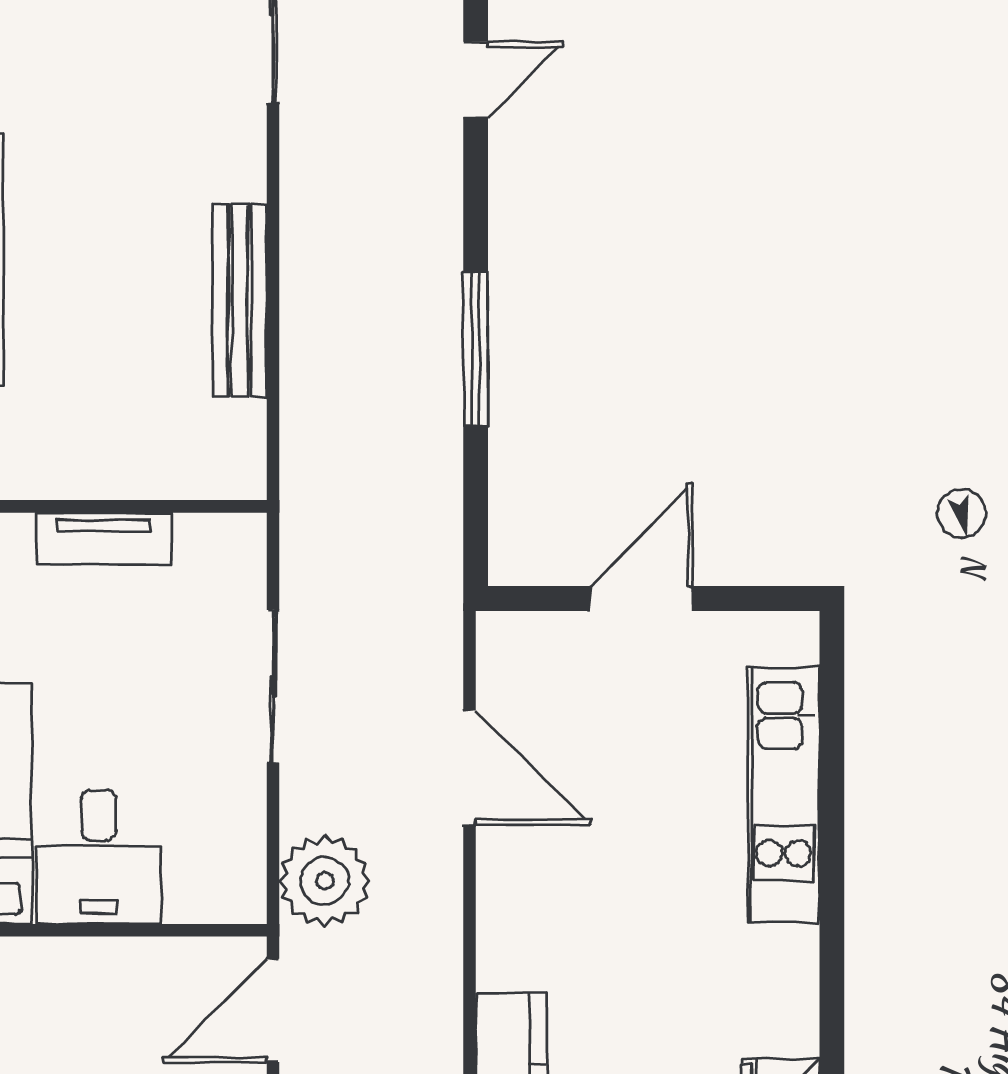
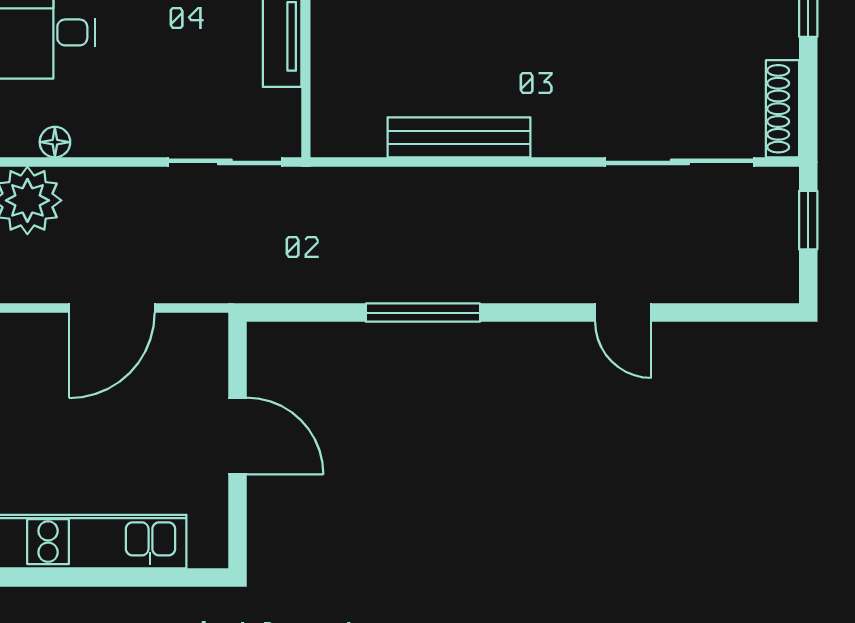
sliding door: (273, 686) -> (225, 162), moved
floor lamp: (246, 844) -> (55, 142), added

